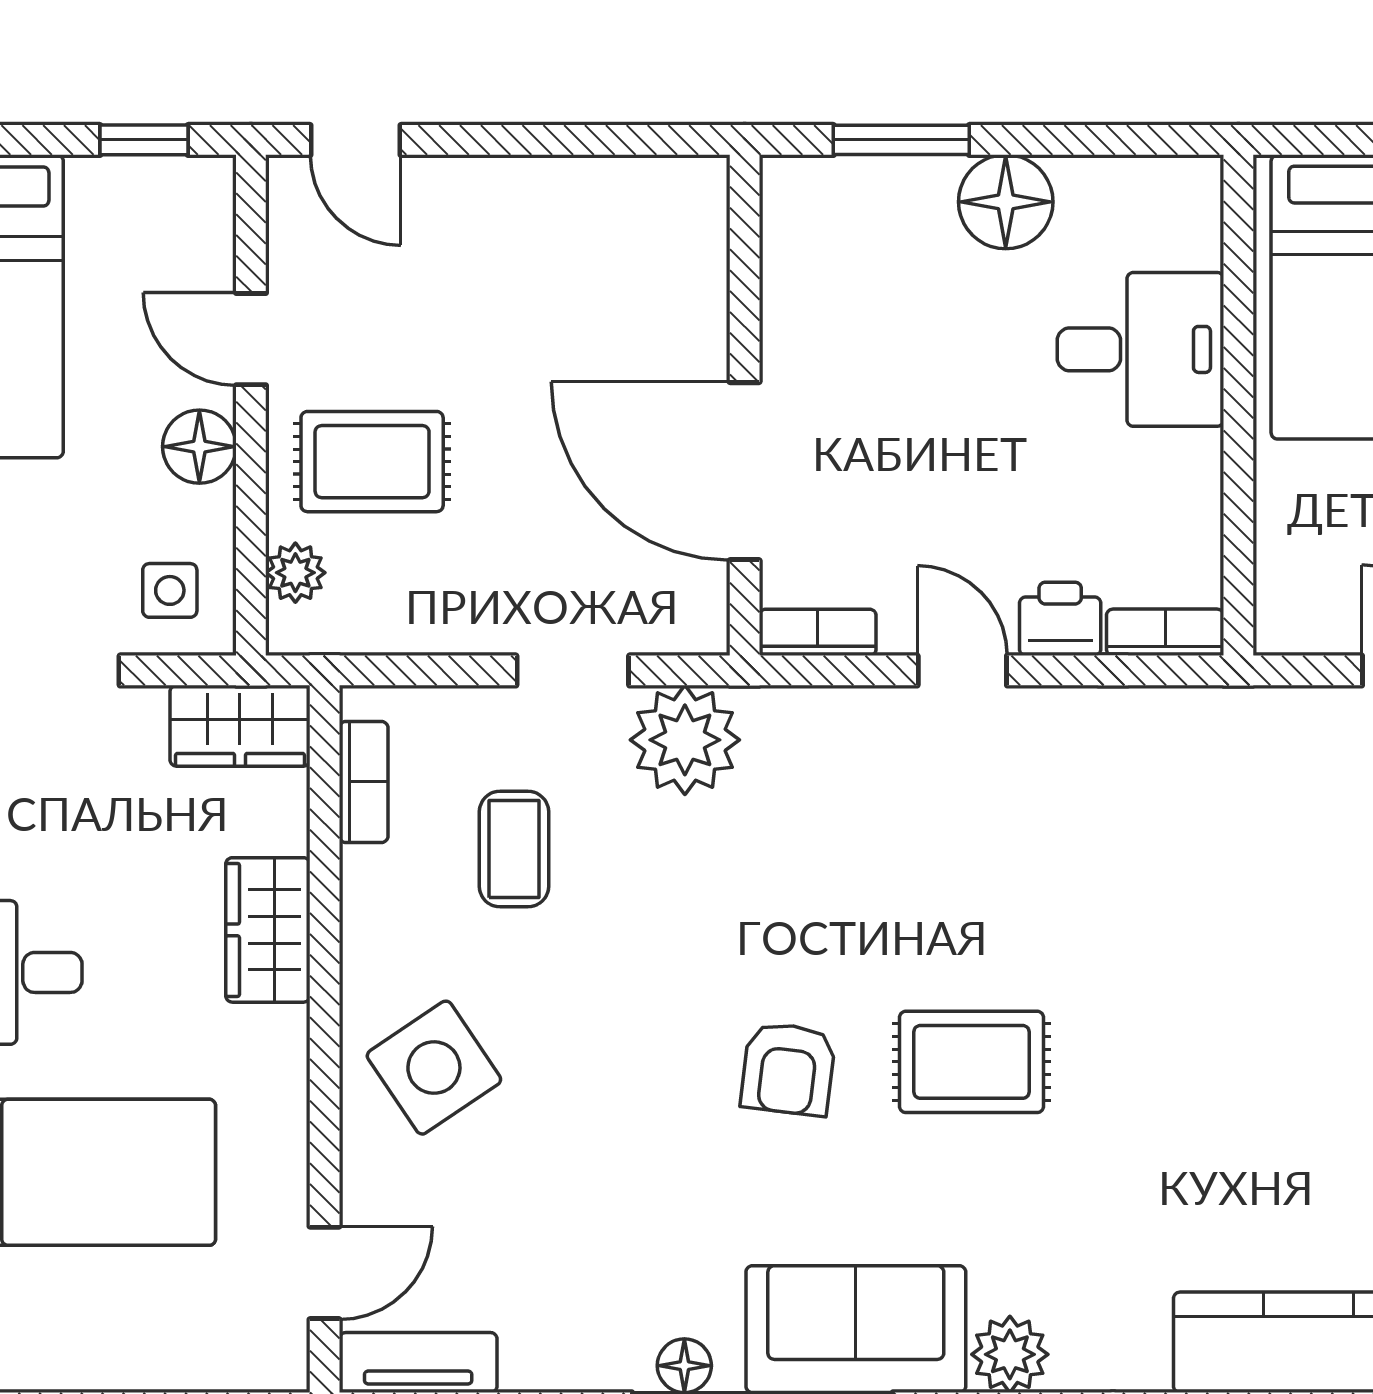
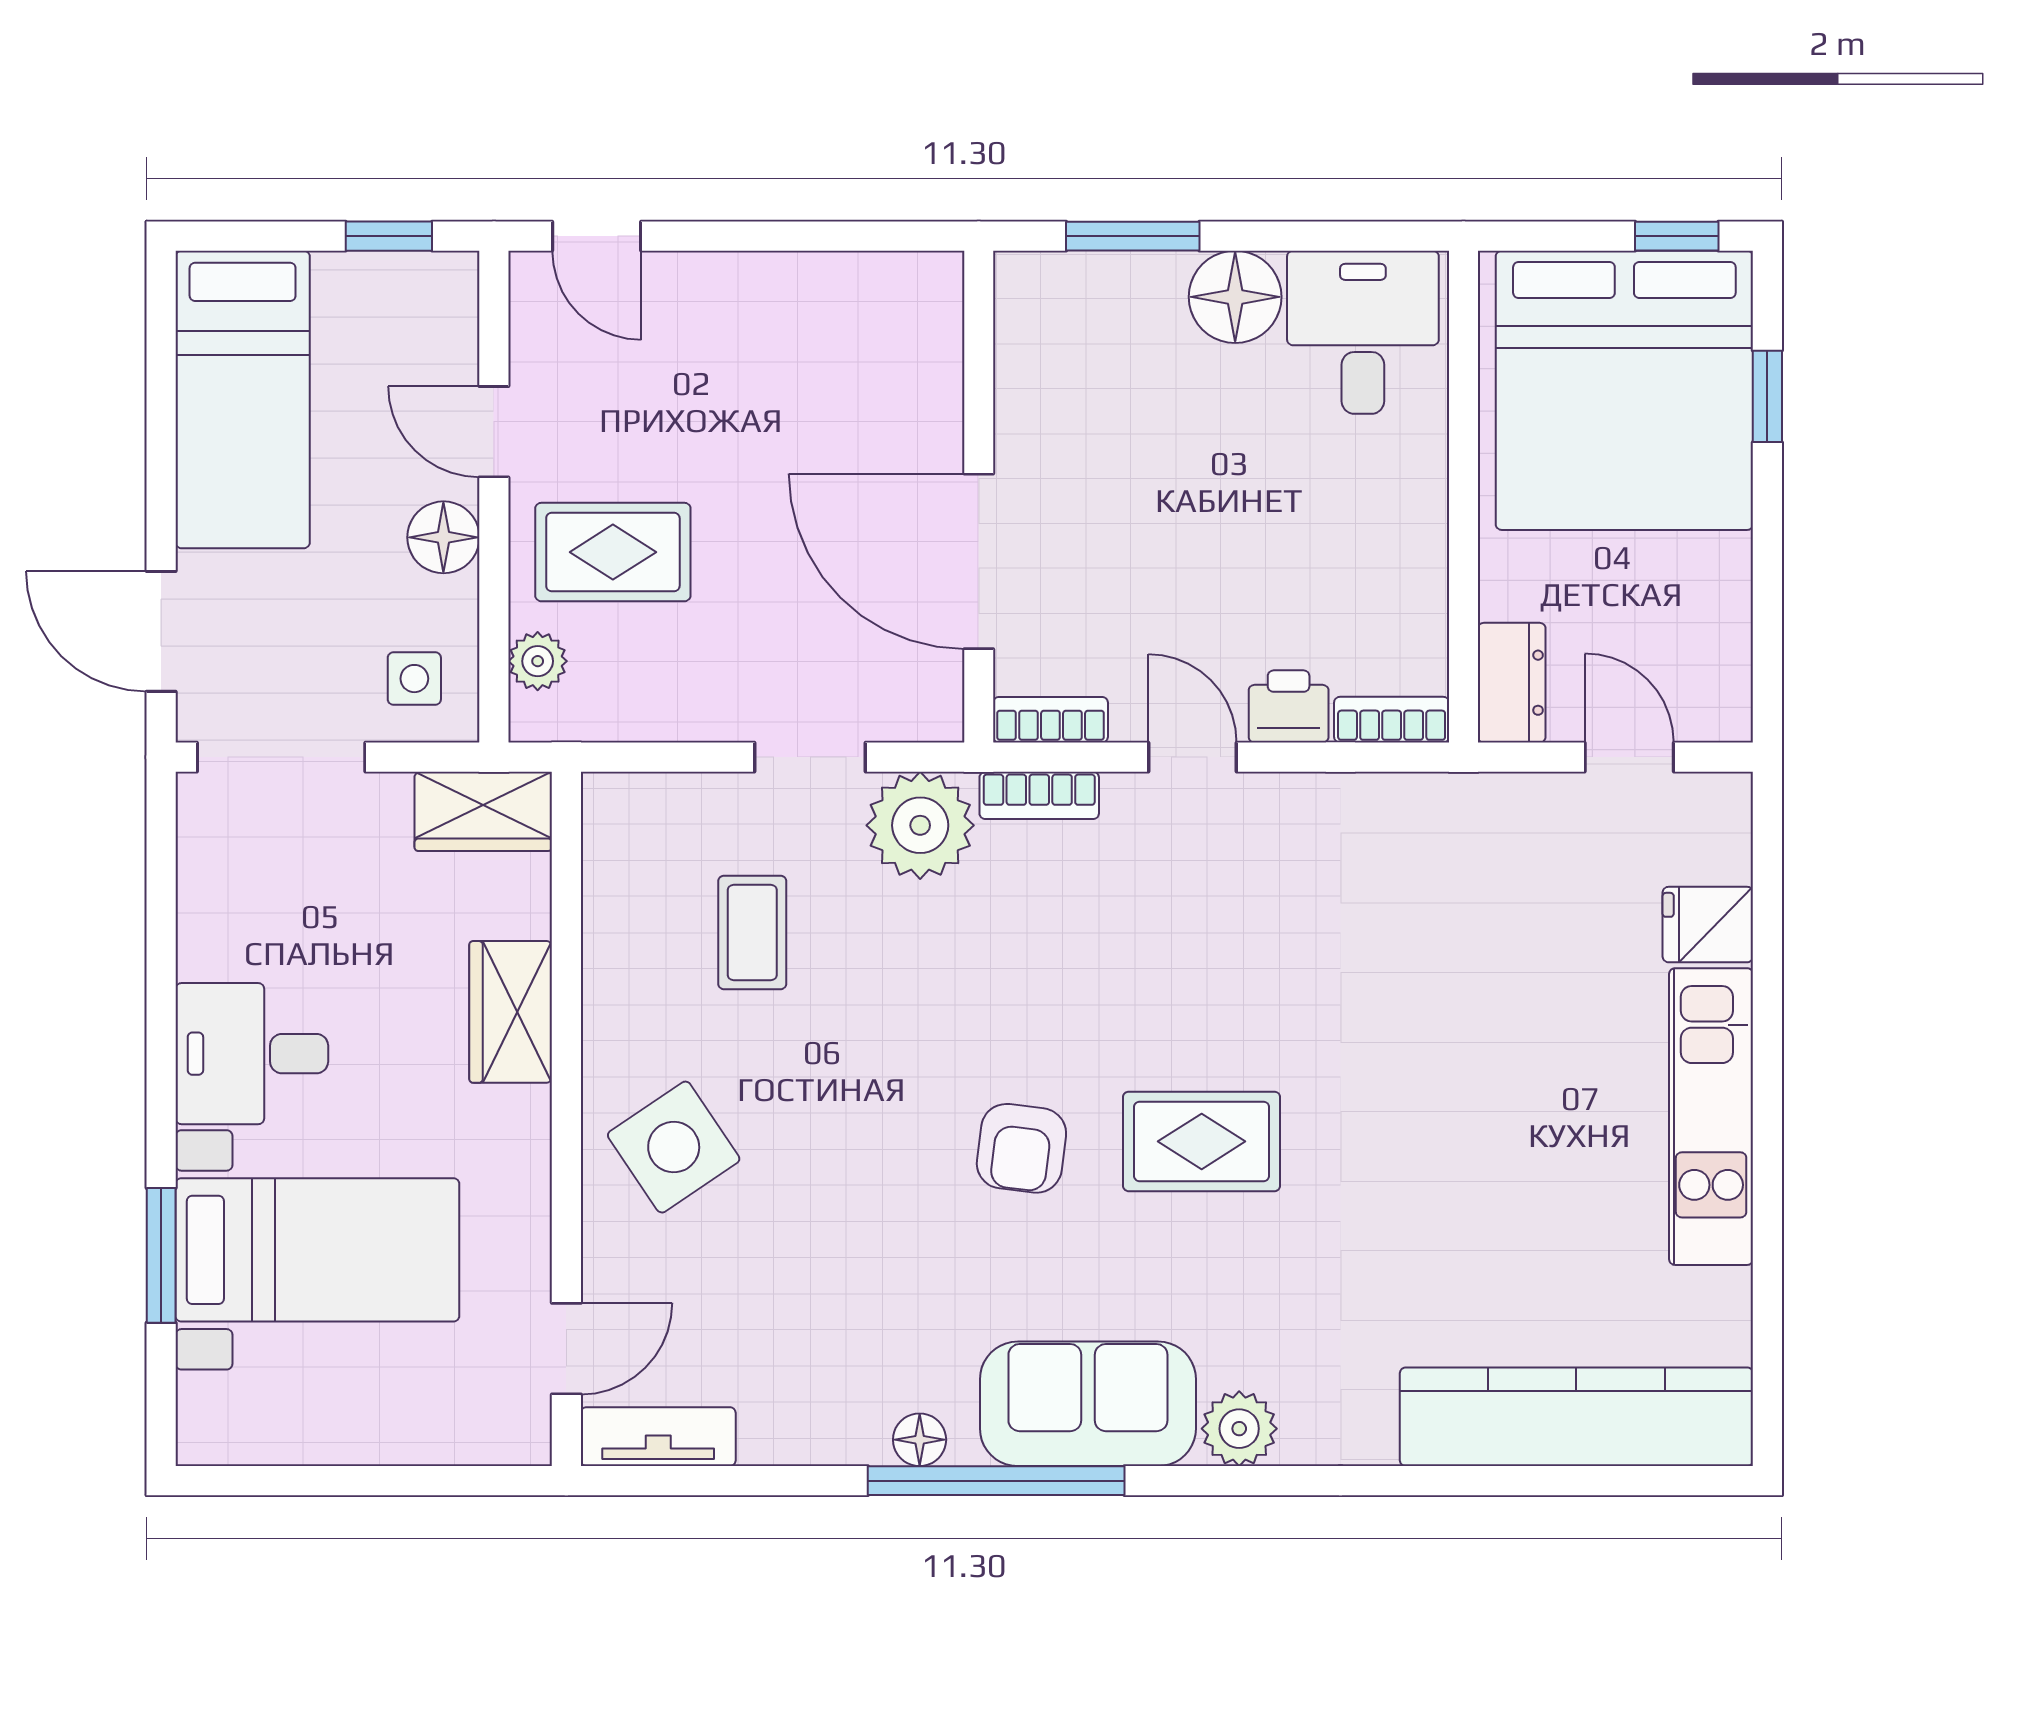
desk: (1140, 349) -> (1363, 332), moved, turned -90
dresser: (1287, 595) -> (1512, 683), added
bookcase: (364, 782) -> (1039, 795), moved, turned 90

